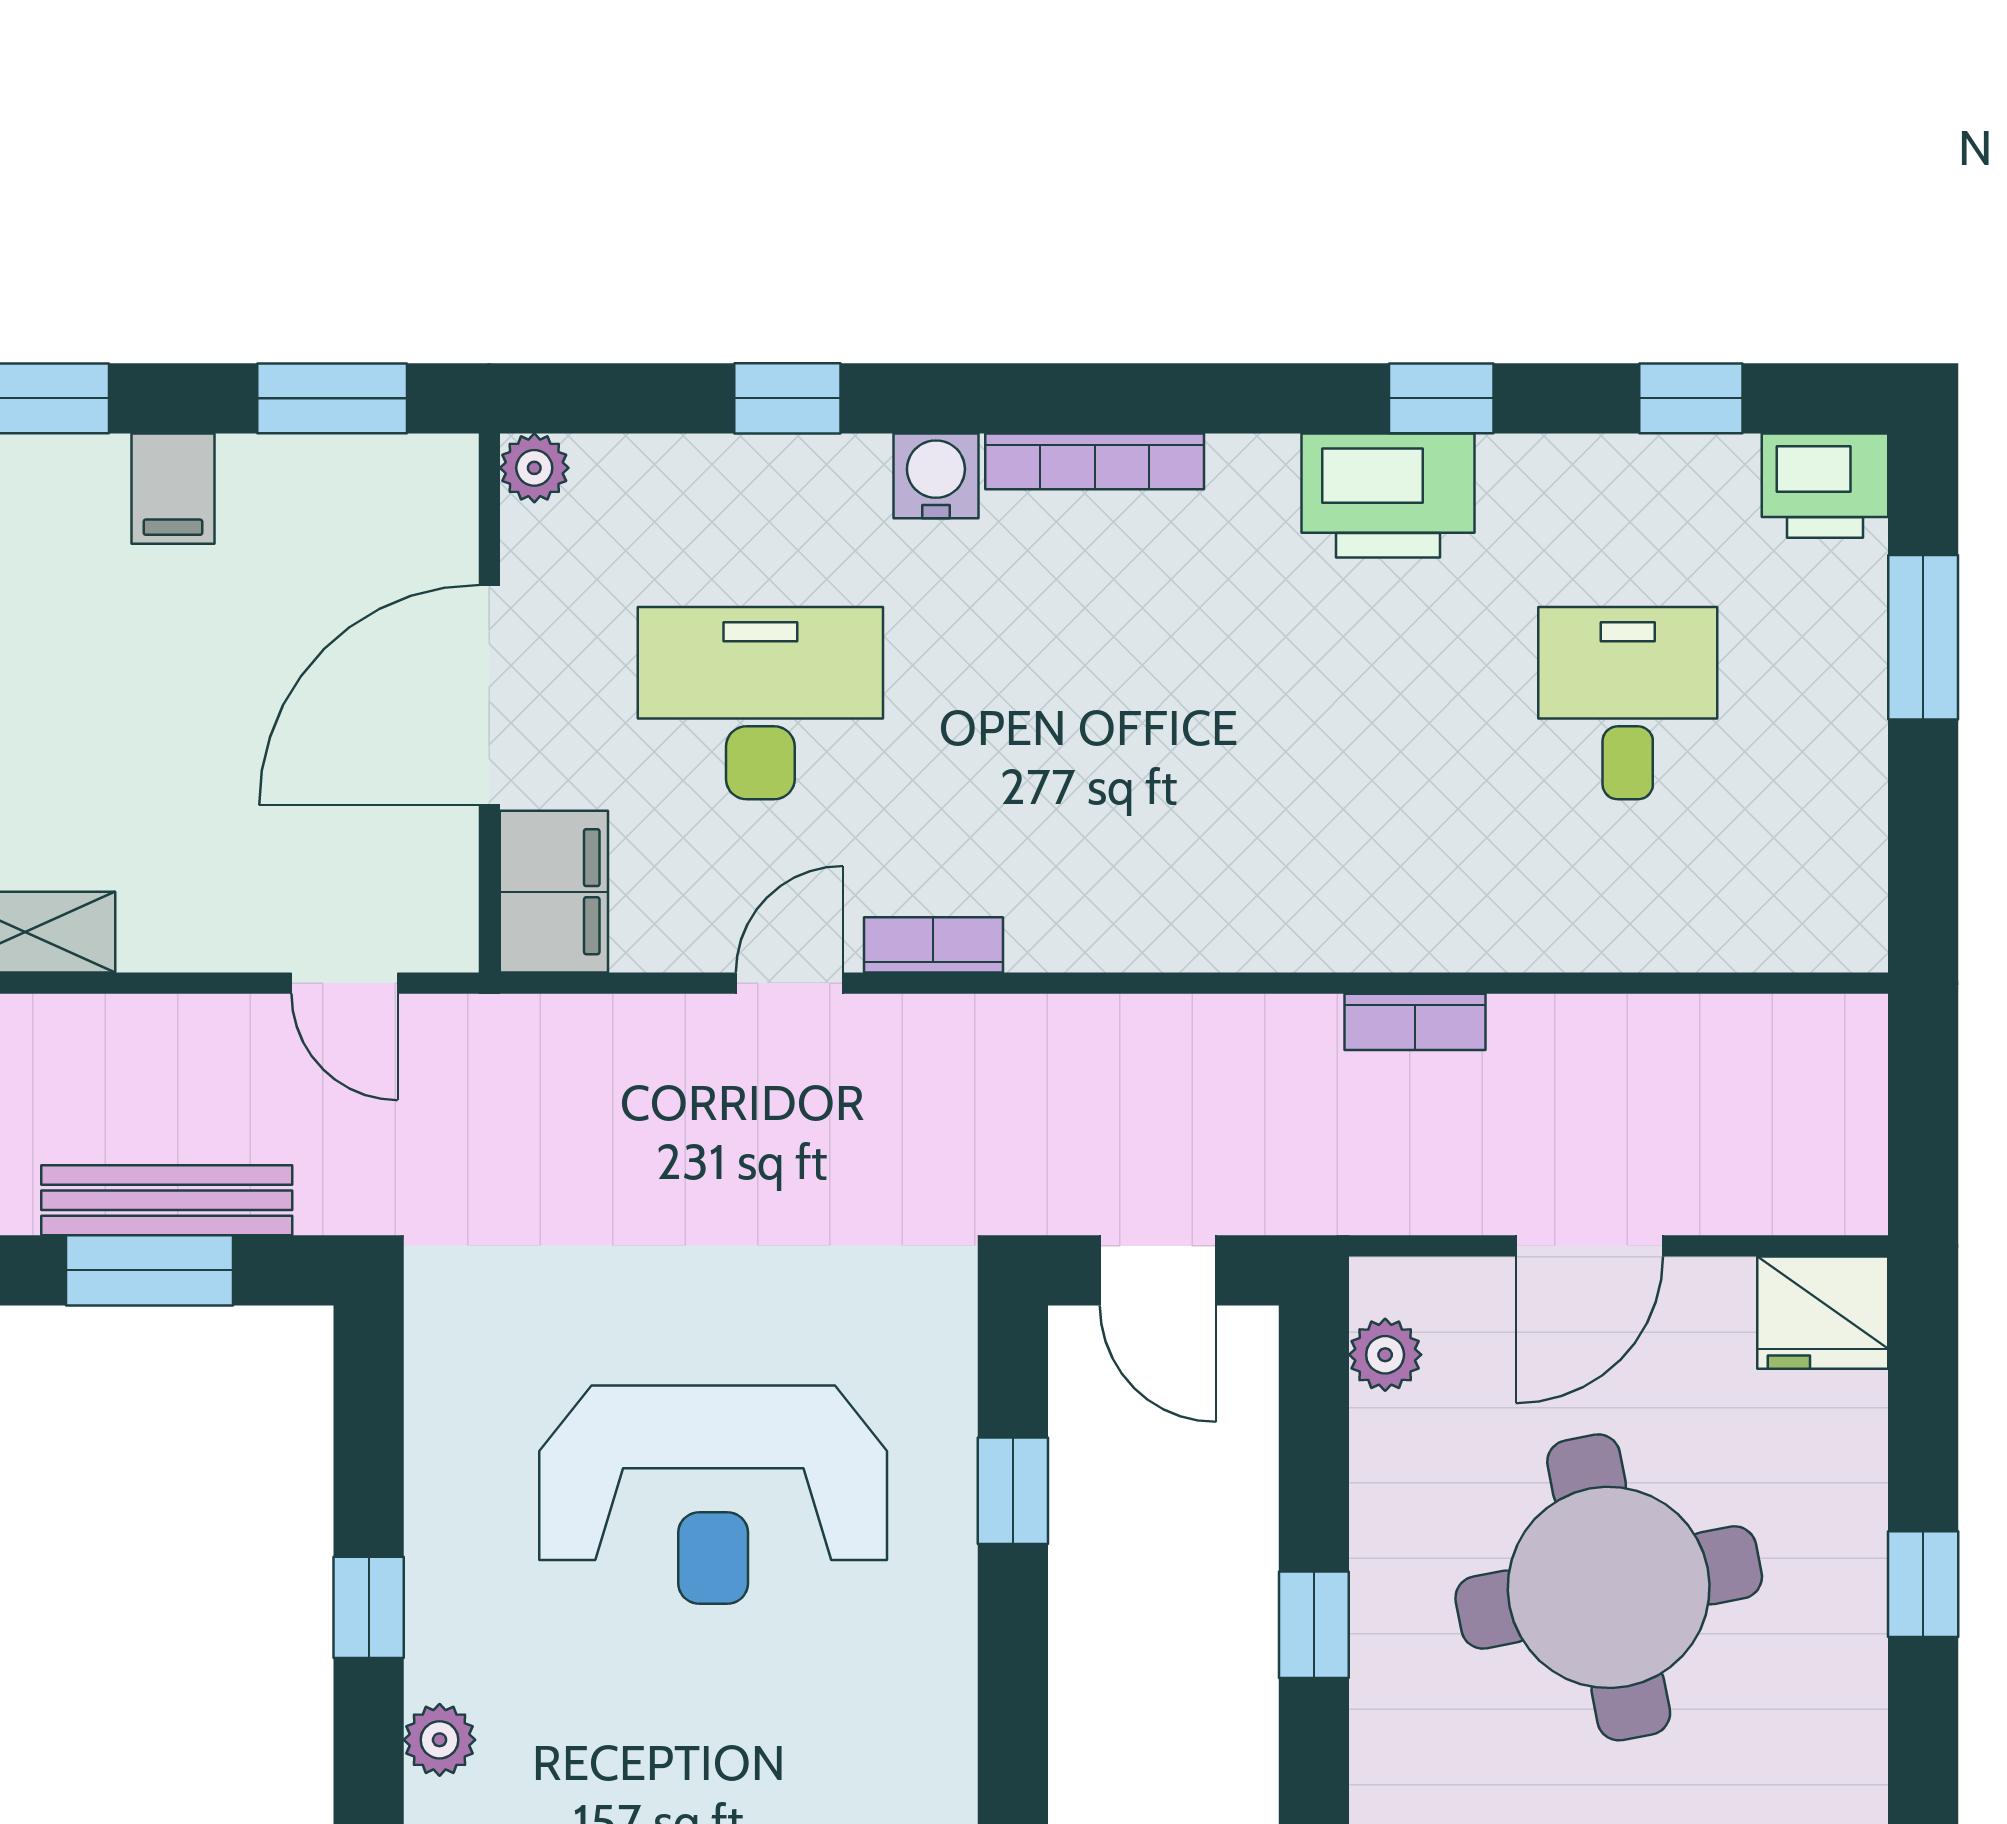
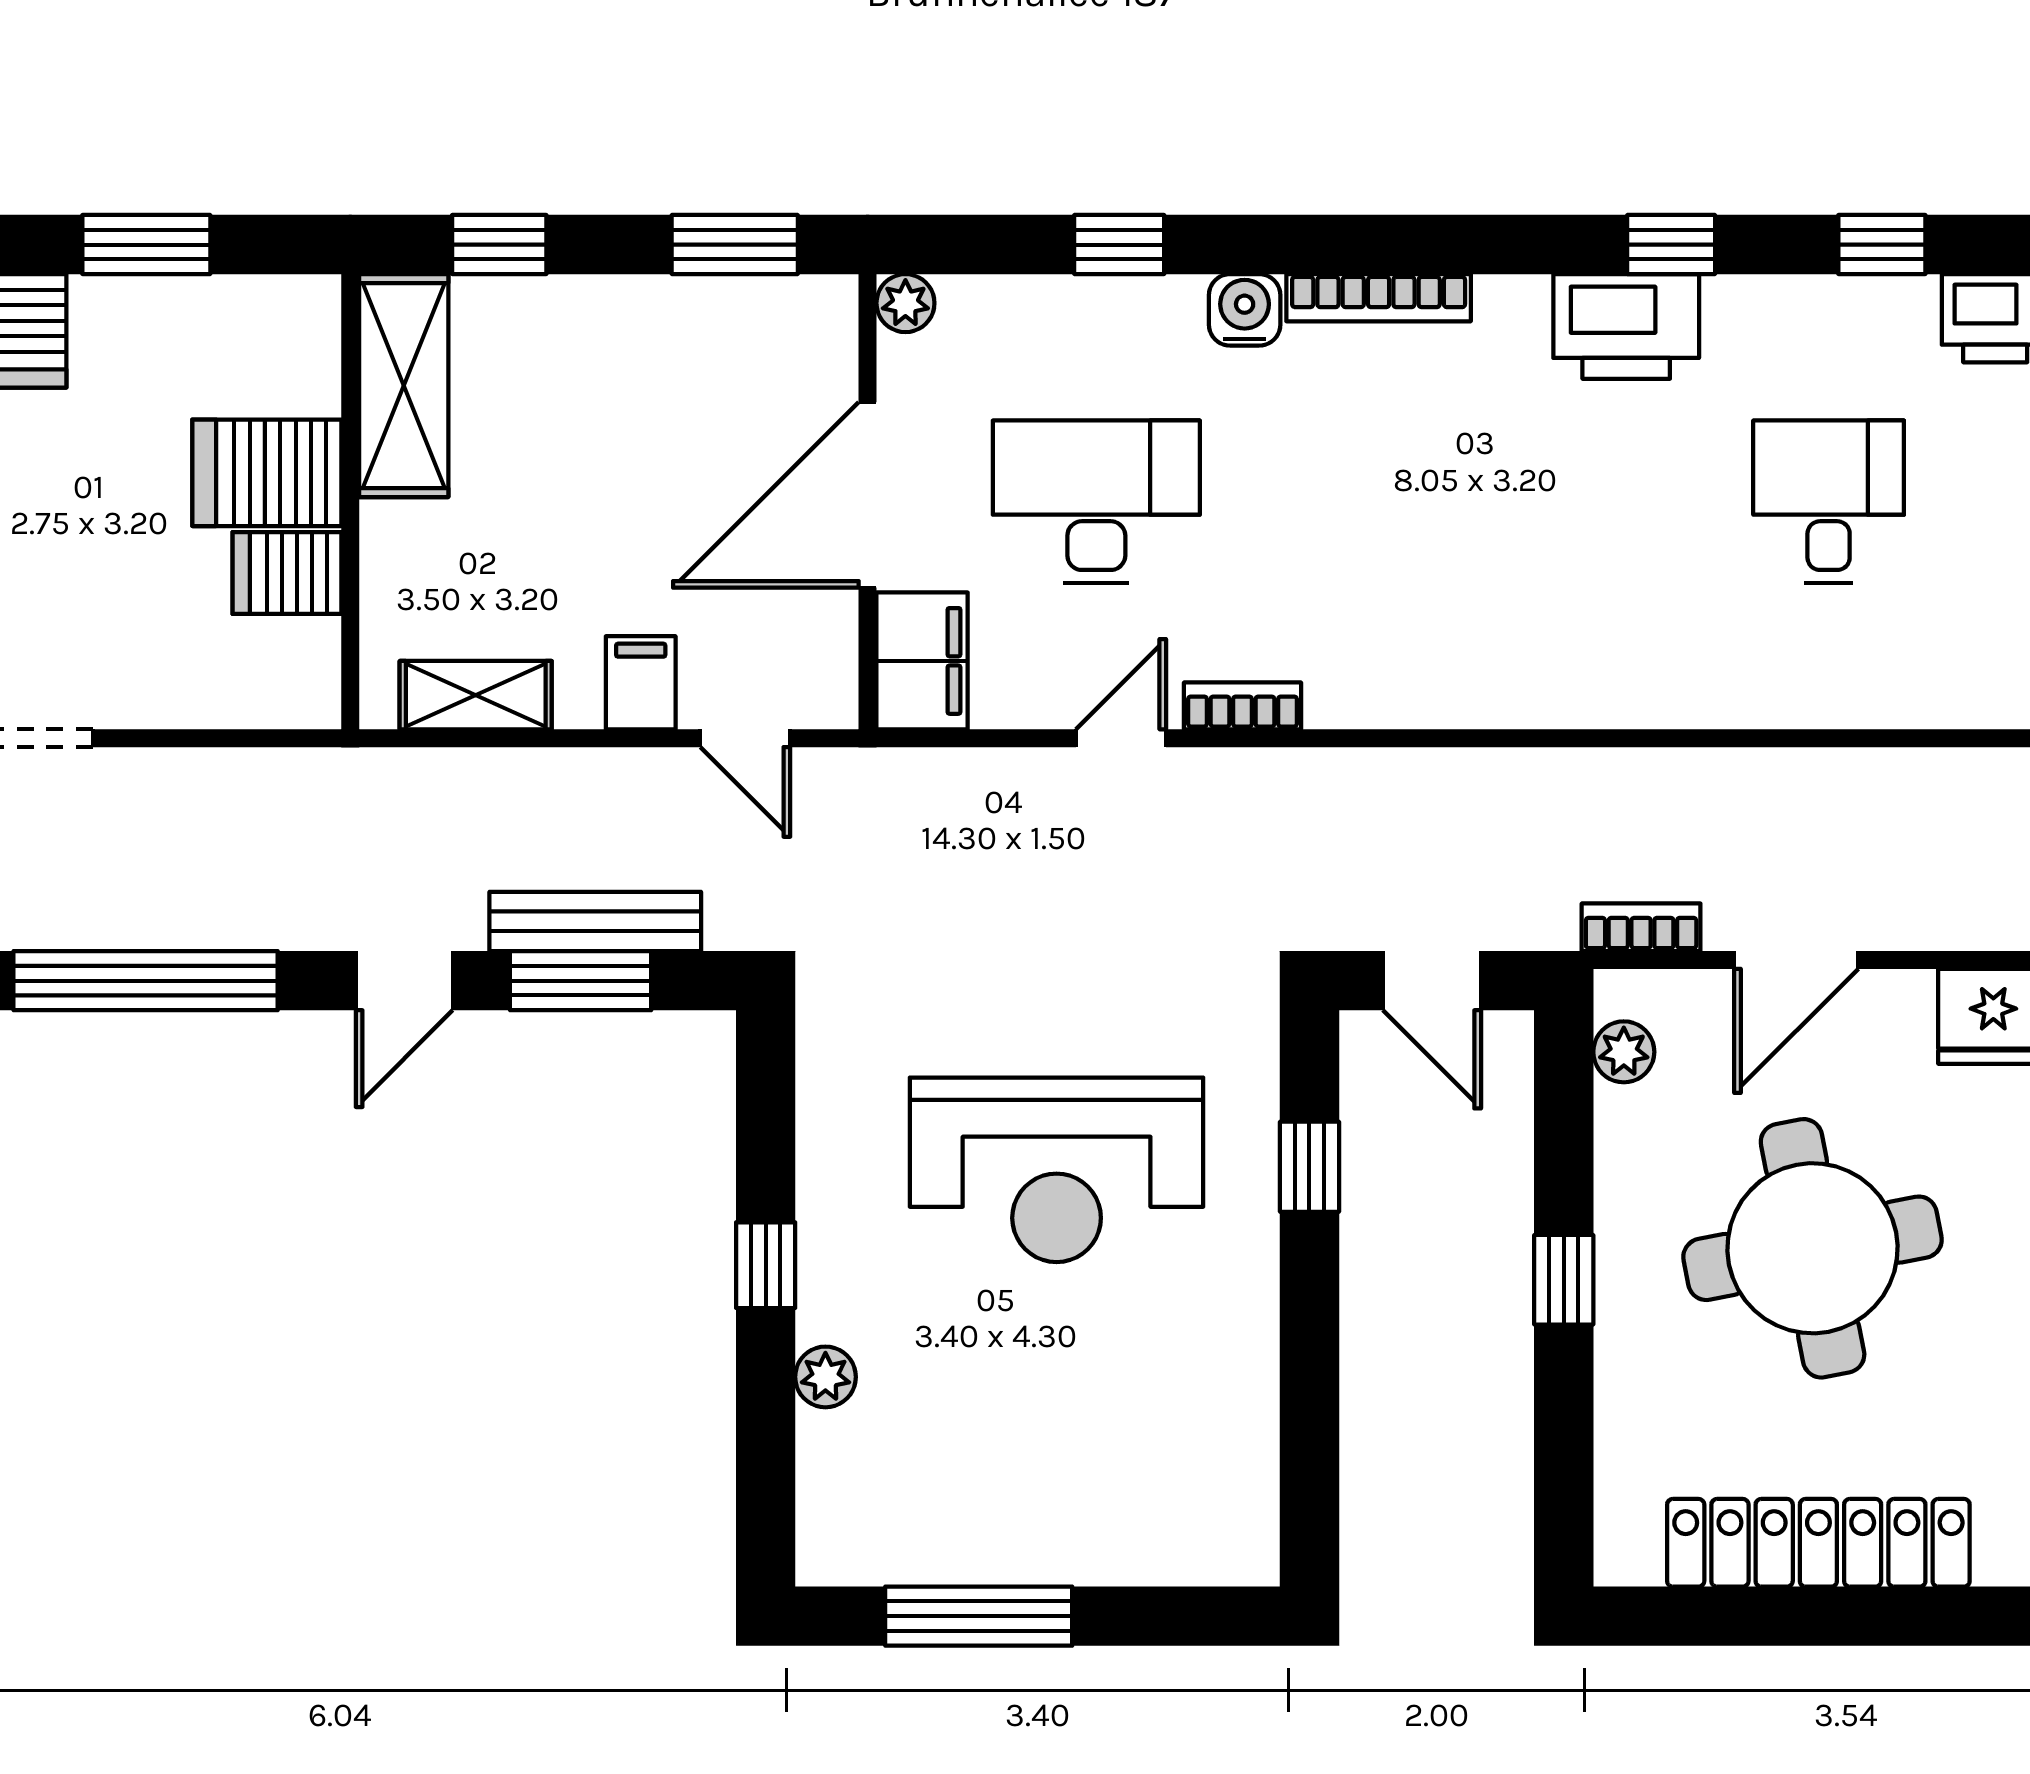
filing cabinet: (173, 489) -> (641, 683), moved, turned 180
bookcase: (1415, 1022) -> (1641, 927), moved, turned 180

